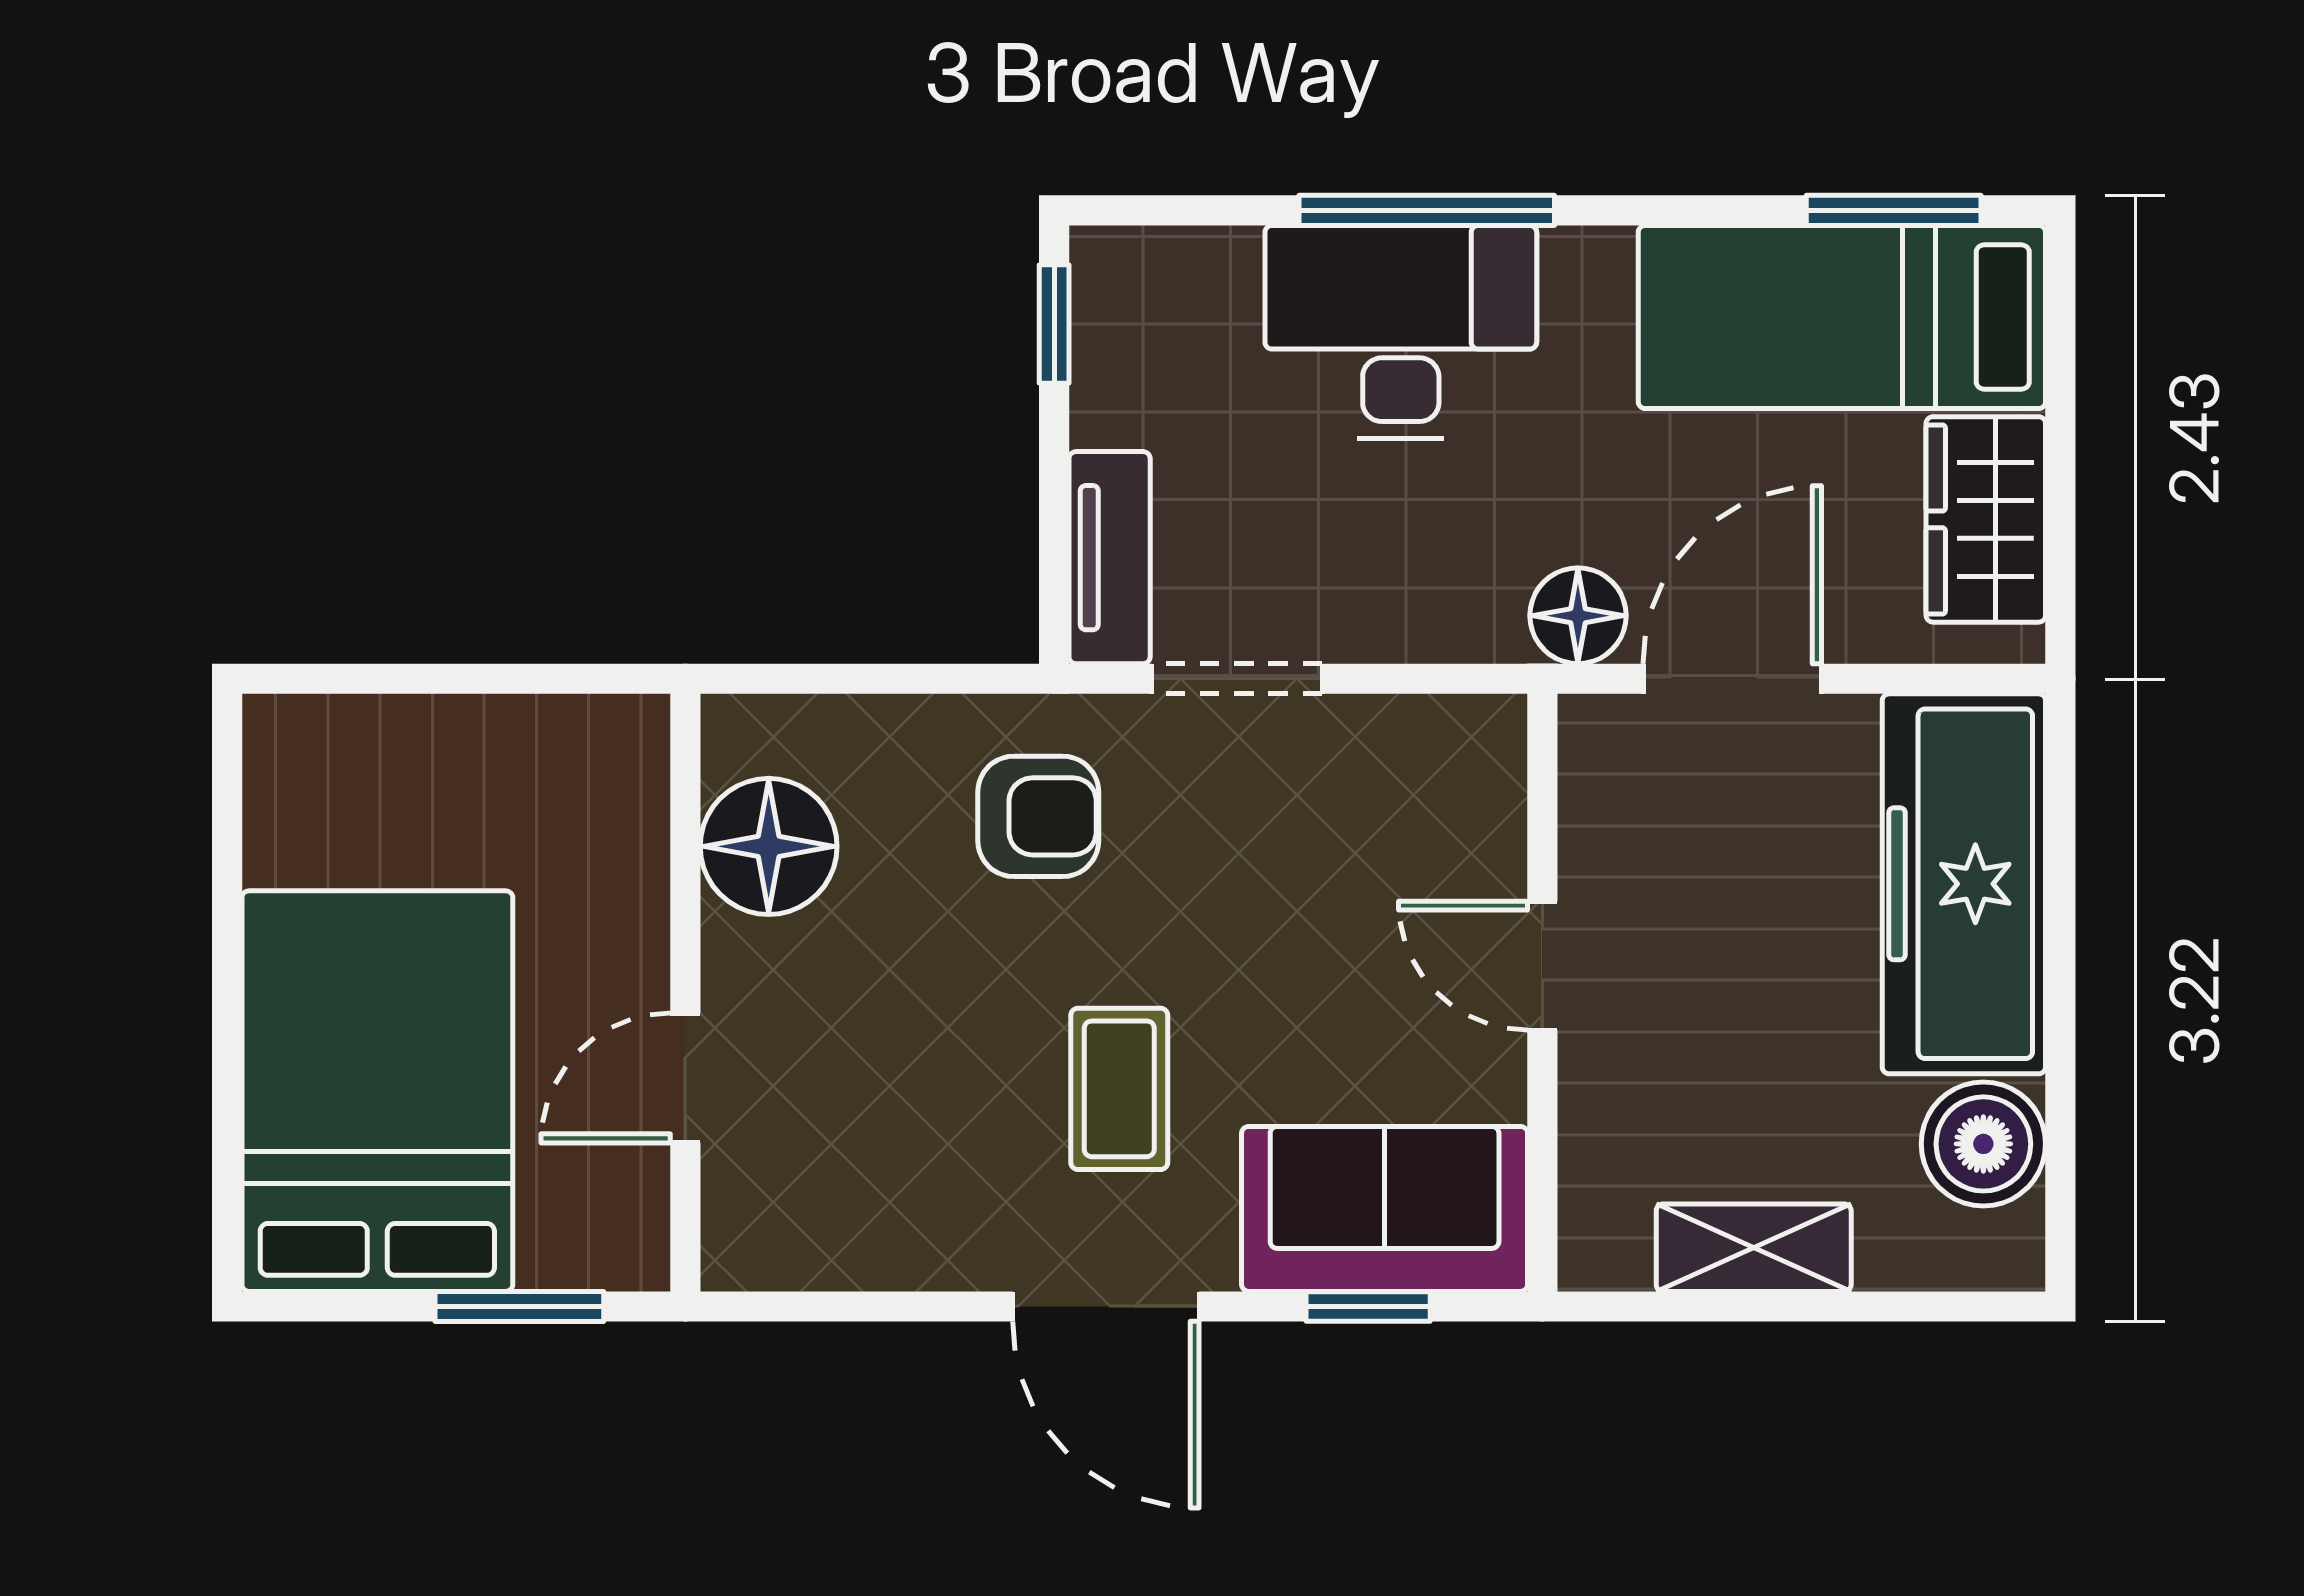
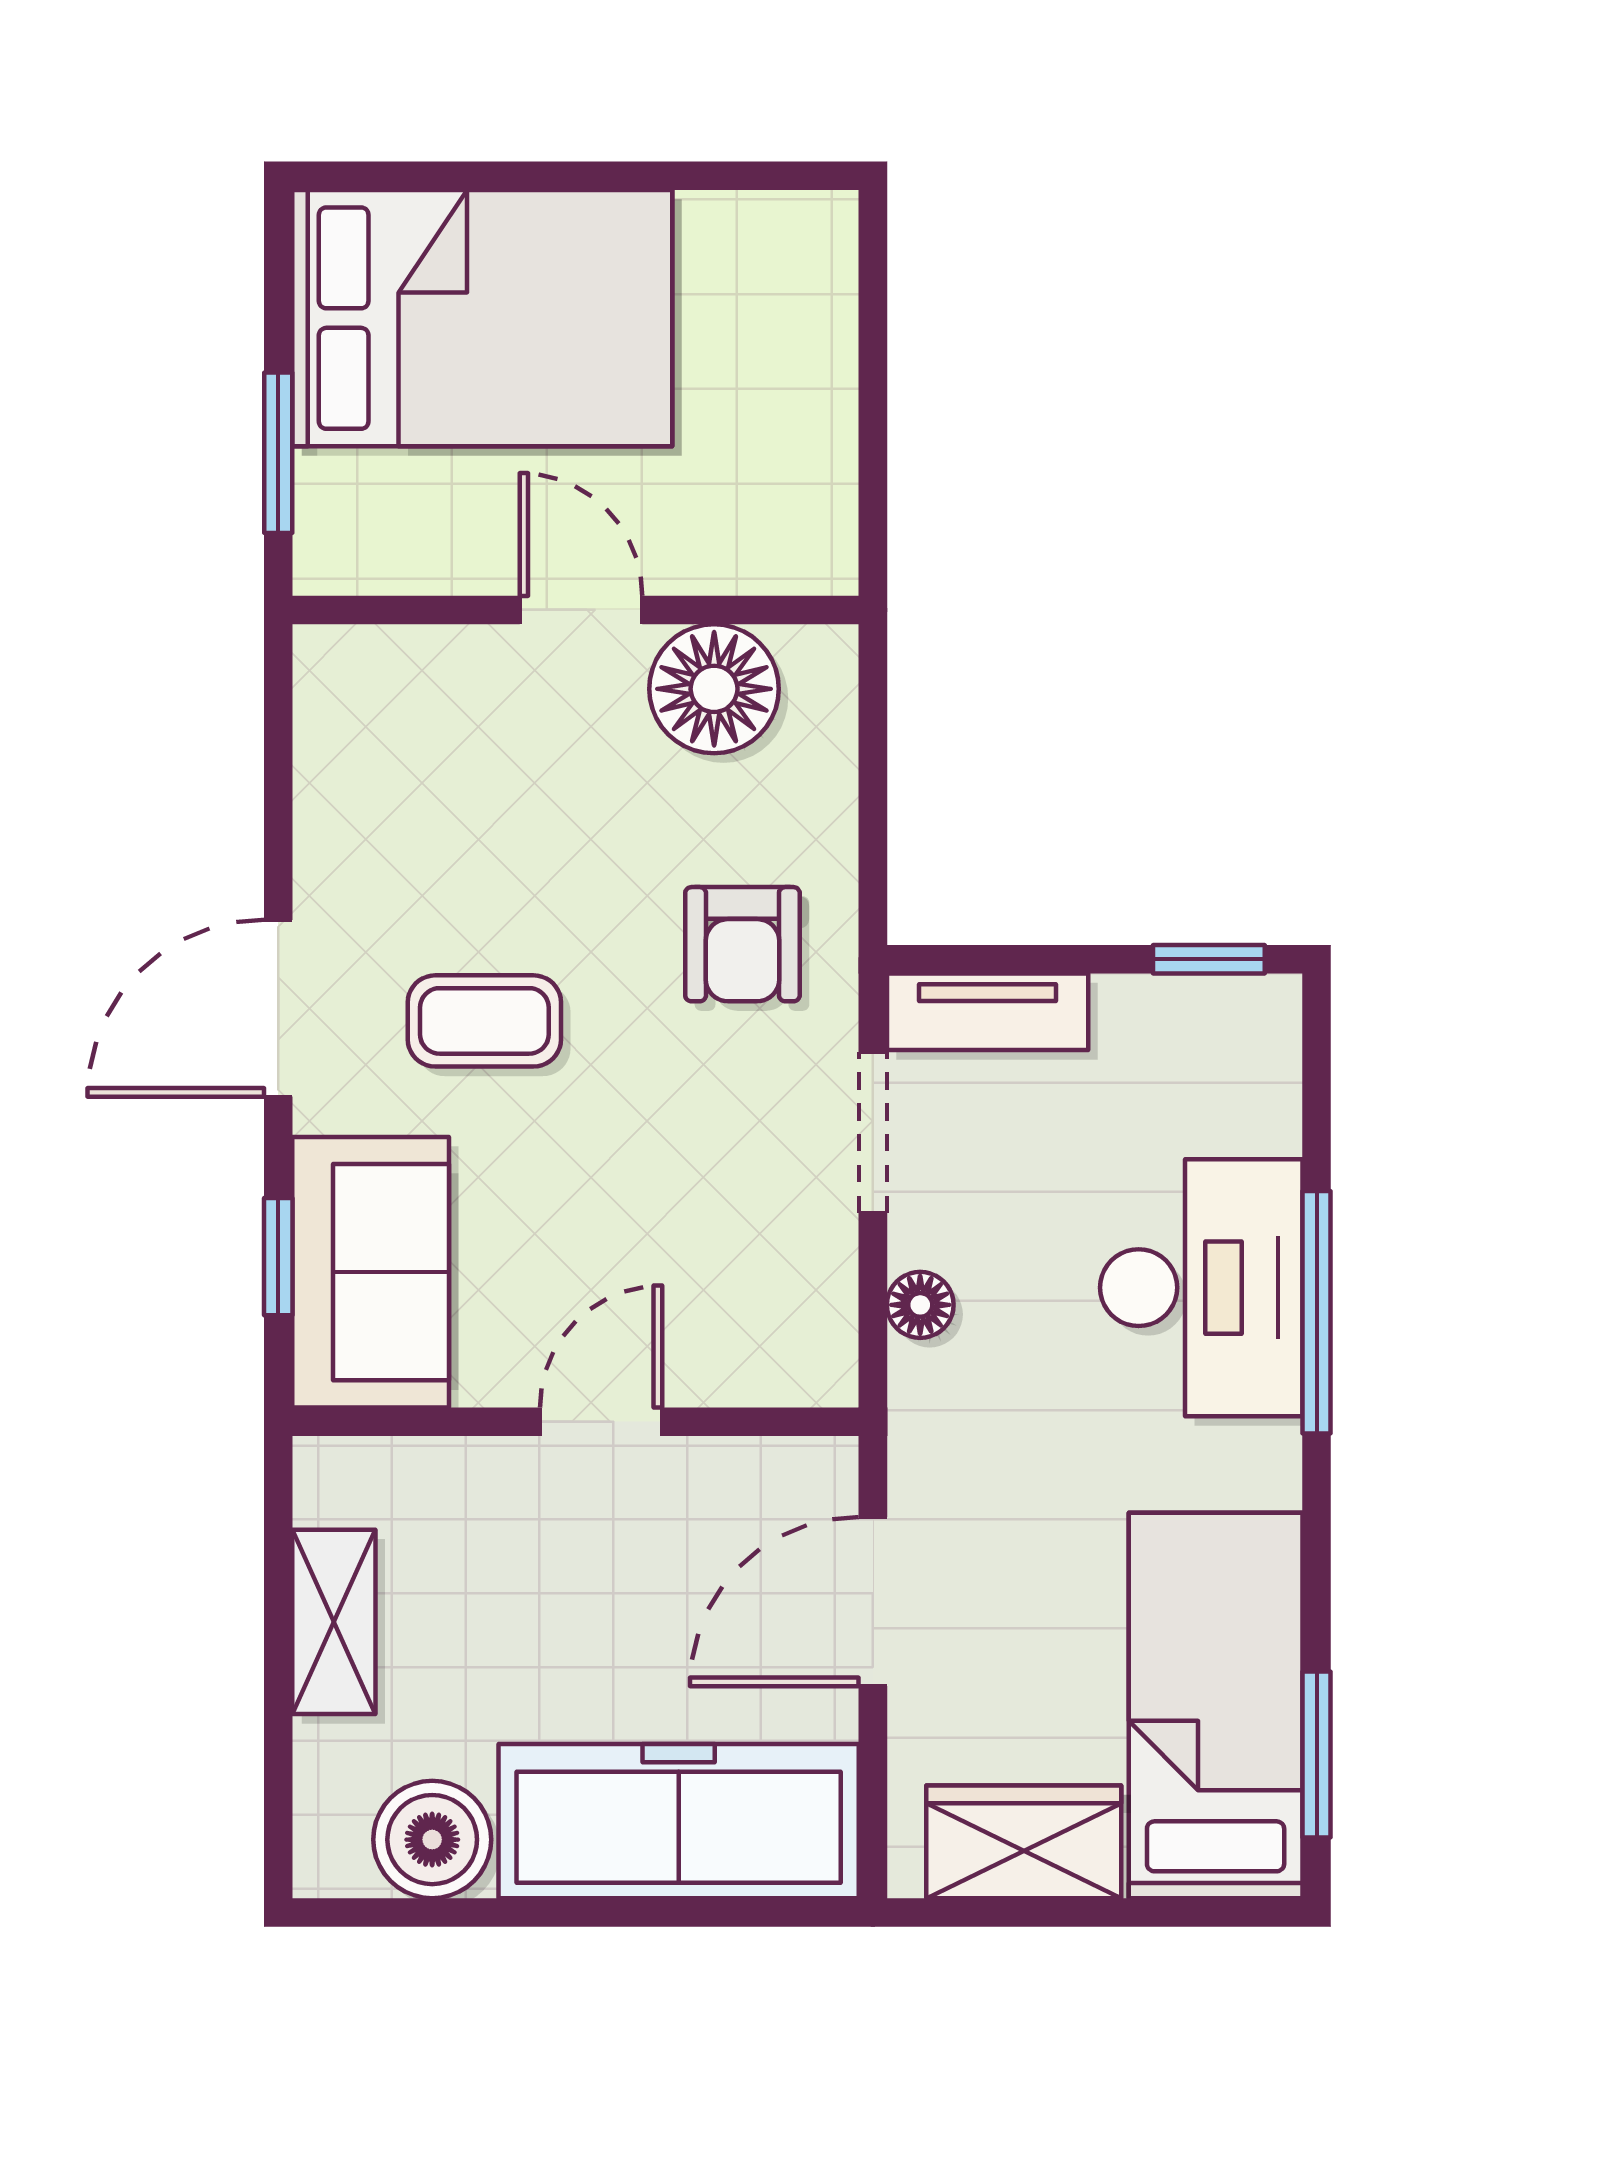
floor lamp: (1578, 616) -> (920, 1305), moved, width x0.73, depth x0.73
door: (1732, 679) -> (873, 1602), swing flipped
door: (685, 1078) -> (581, 610), moved

